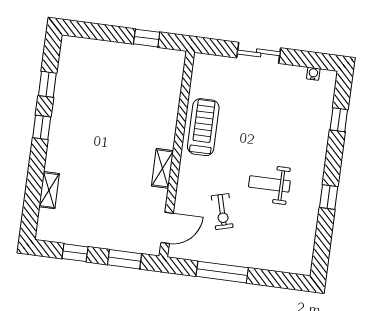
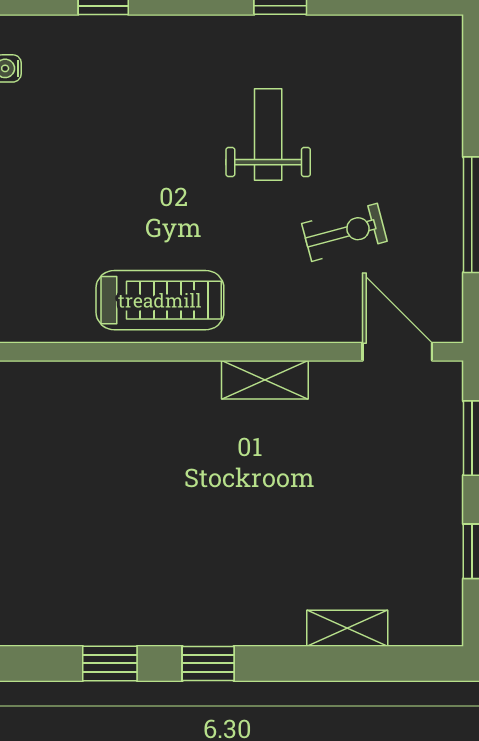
treadmill: (203, 127) -> (160, 300), turned 180
weight bench: (269, 184) -> (268, 134), turned 180

